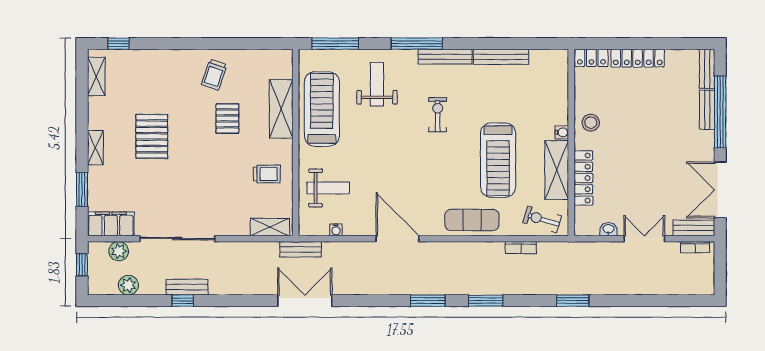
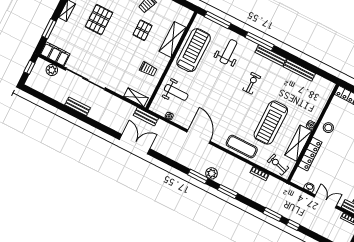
plant: (128, 285) -> (212, 173), moved
window: (183, 301) -> (293, 225), moved

